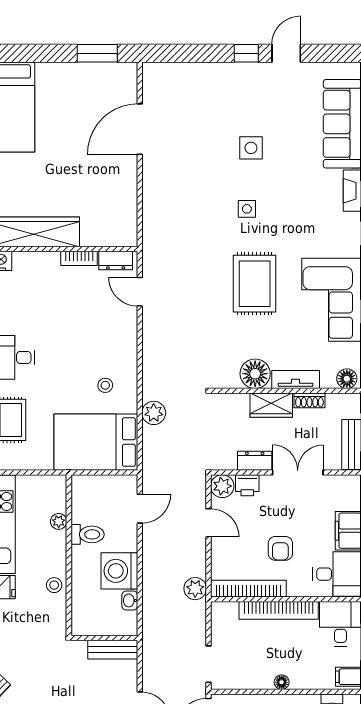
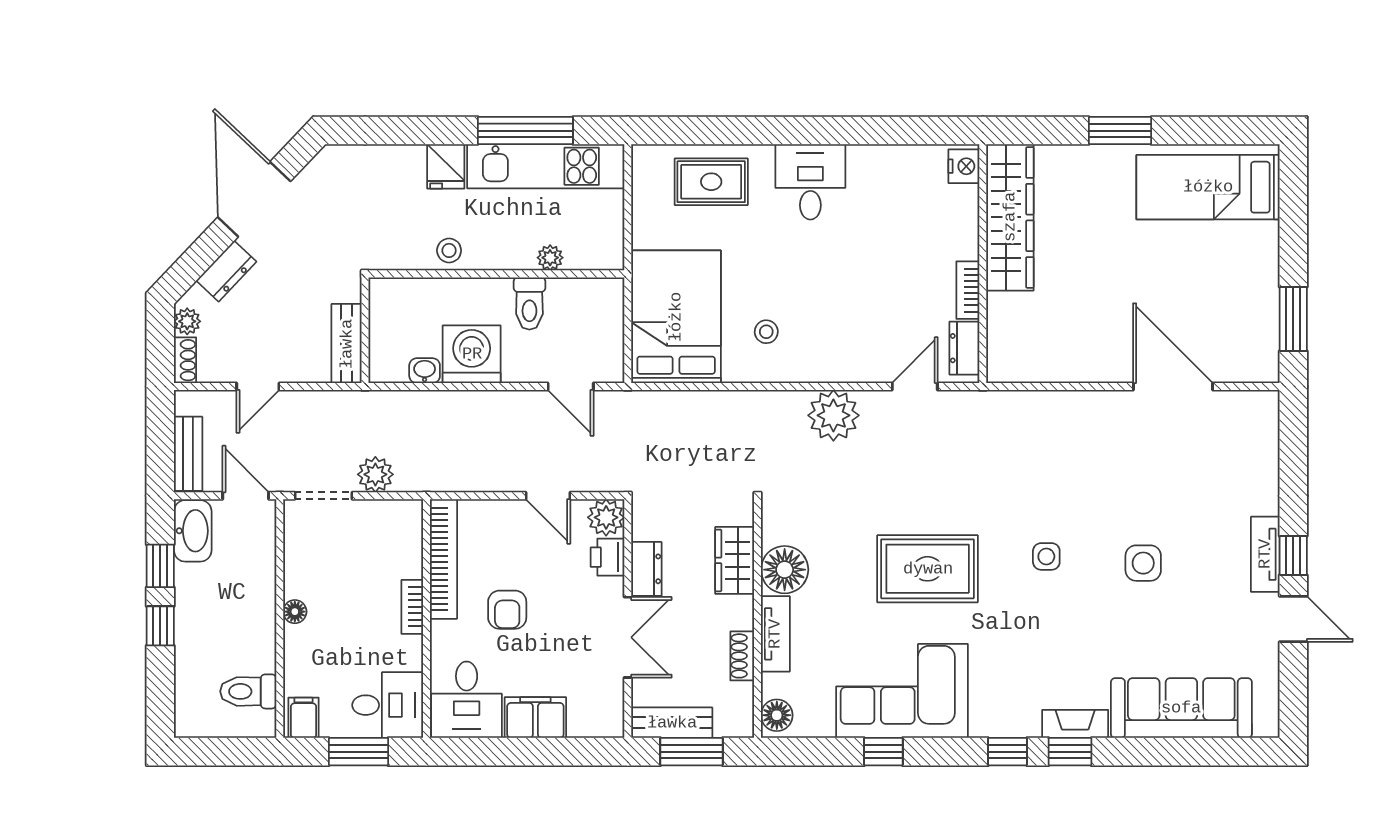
tv unit: (245, 71) -> (1265, 554), added
wardrobe: (271, 405) -> (735, 560), moved
plant: (154, 413) -> (833, 415), moved, width x1.36, depth x1.36
door: (209, 523) -> (548, 496), hinge flipped
armchair: (280, 548) -> (507, 610), turned -90
plant: (195, 589) -> (375, 474), moved
bookcase: (279, 610) -> (412, 607), width x0.43, depth x0.76

